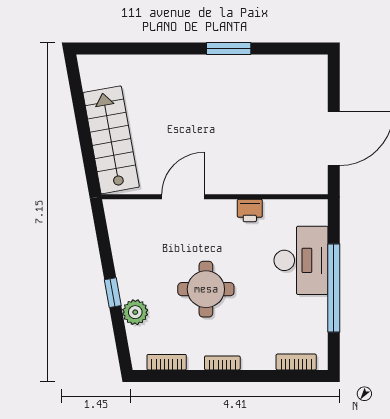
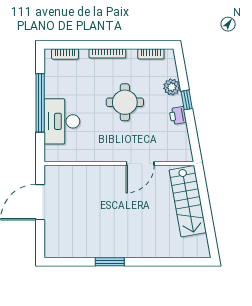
printer: (250, 211) -> (178, 115), moved, turned -100
bookcase: (222, 363) -> (107, 53), width x1.56

